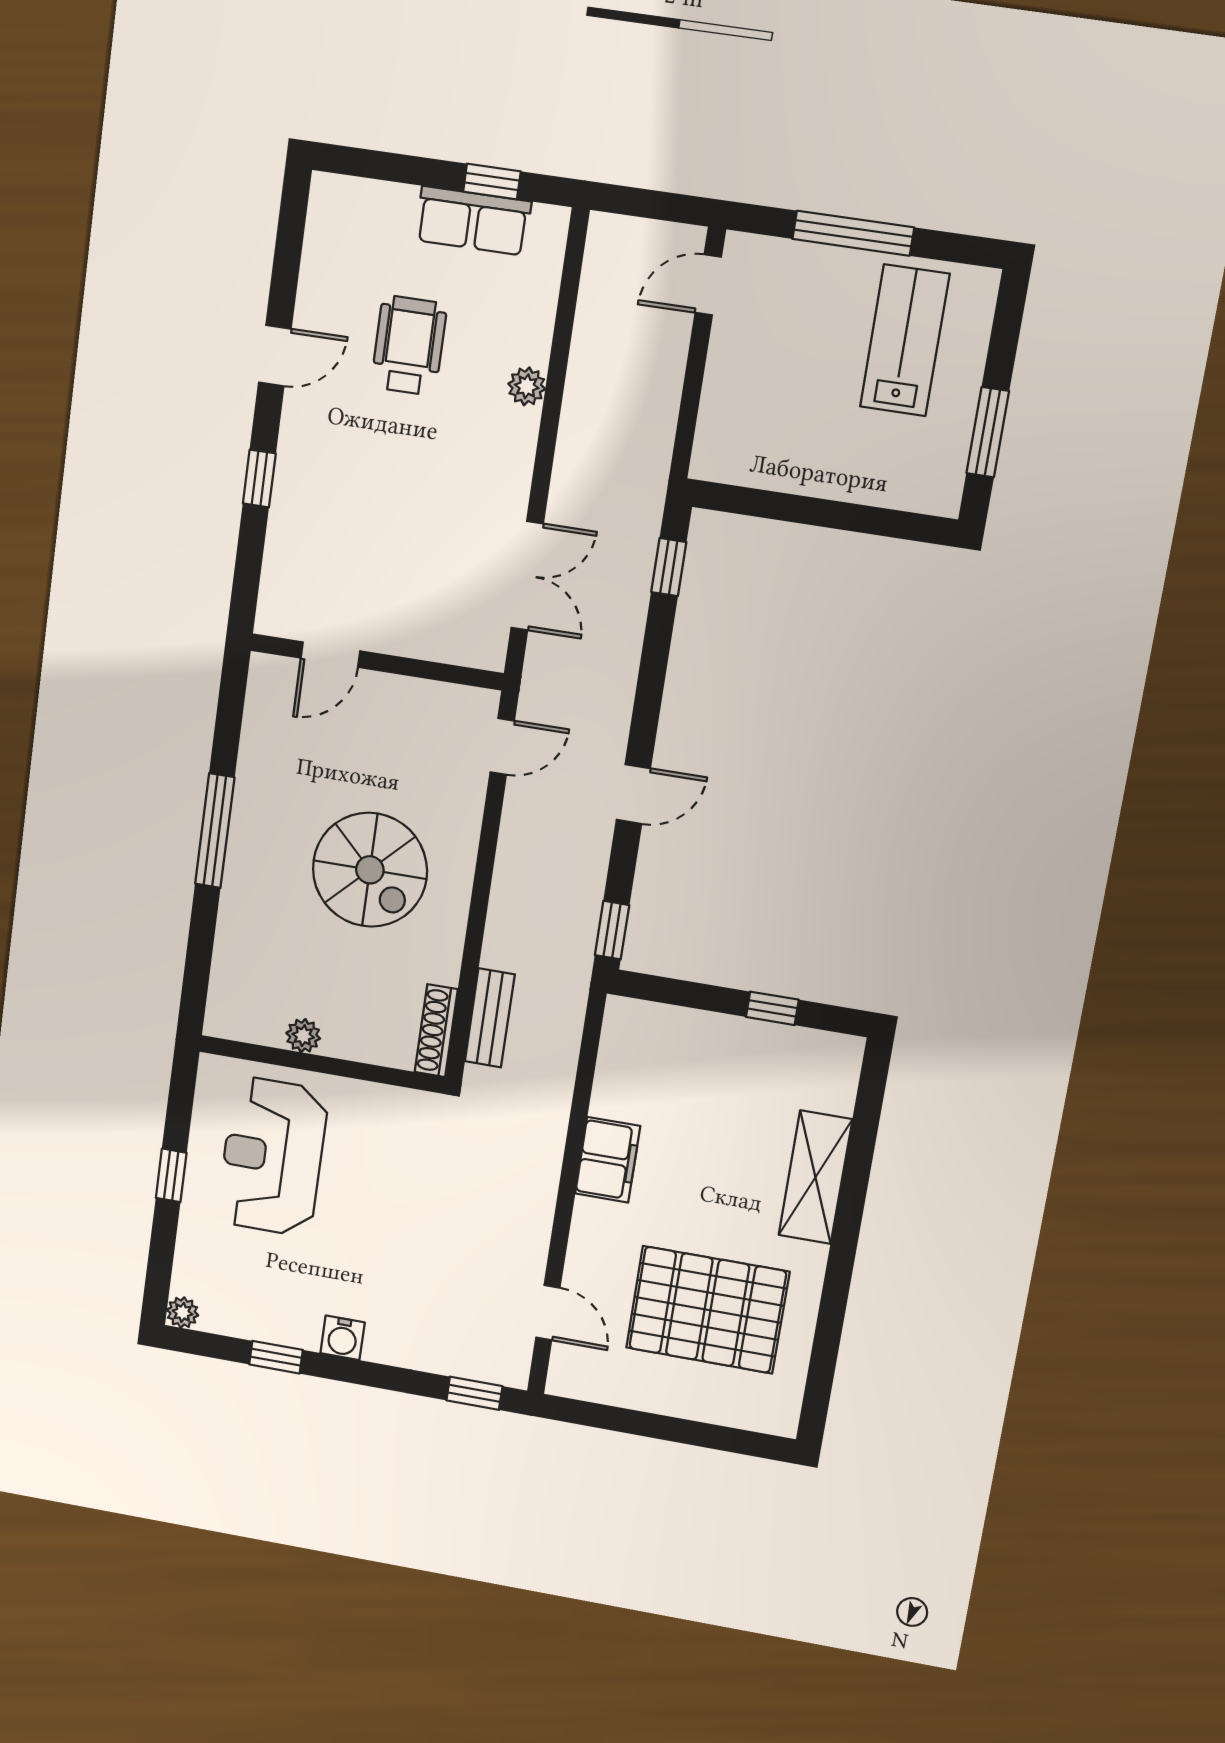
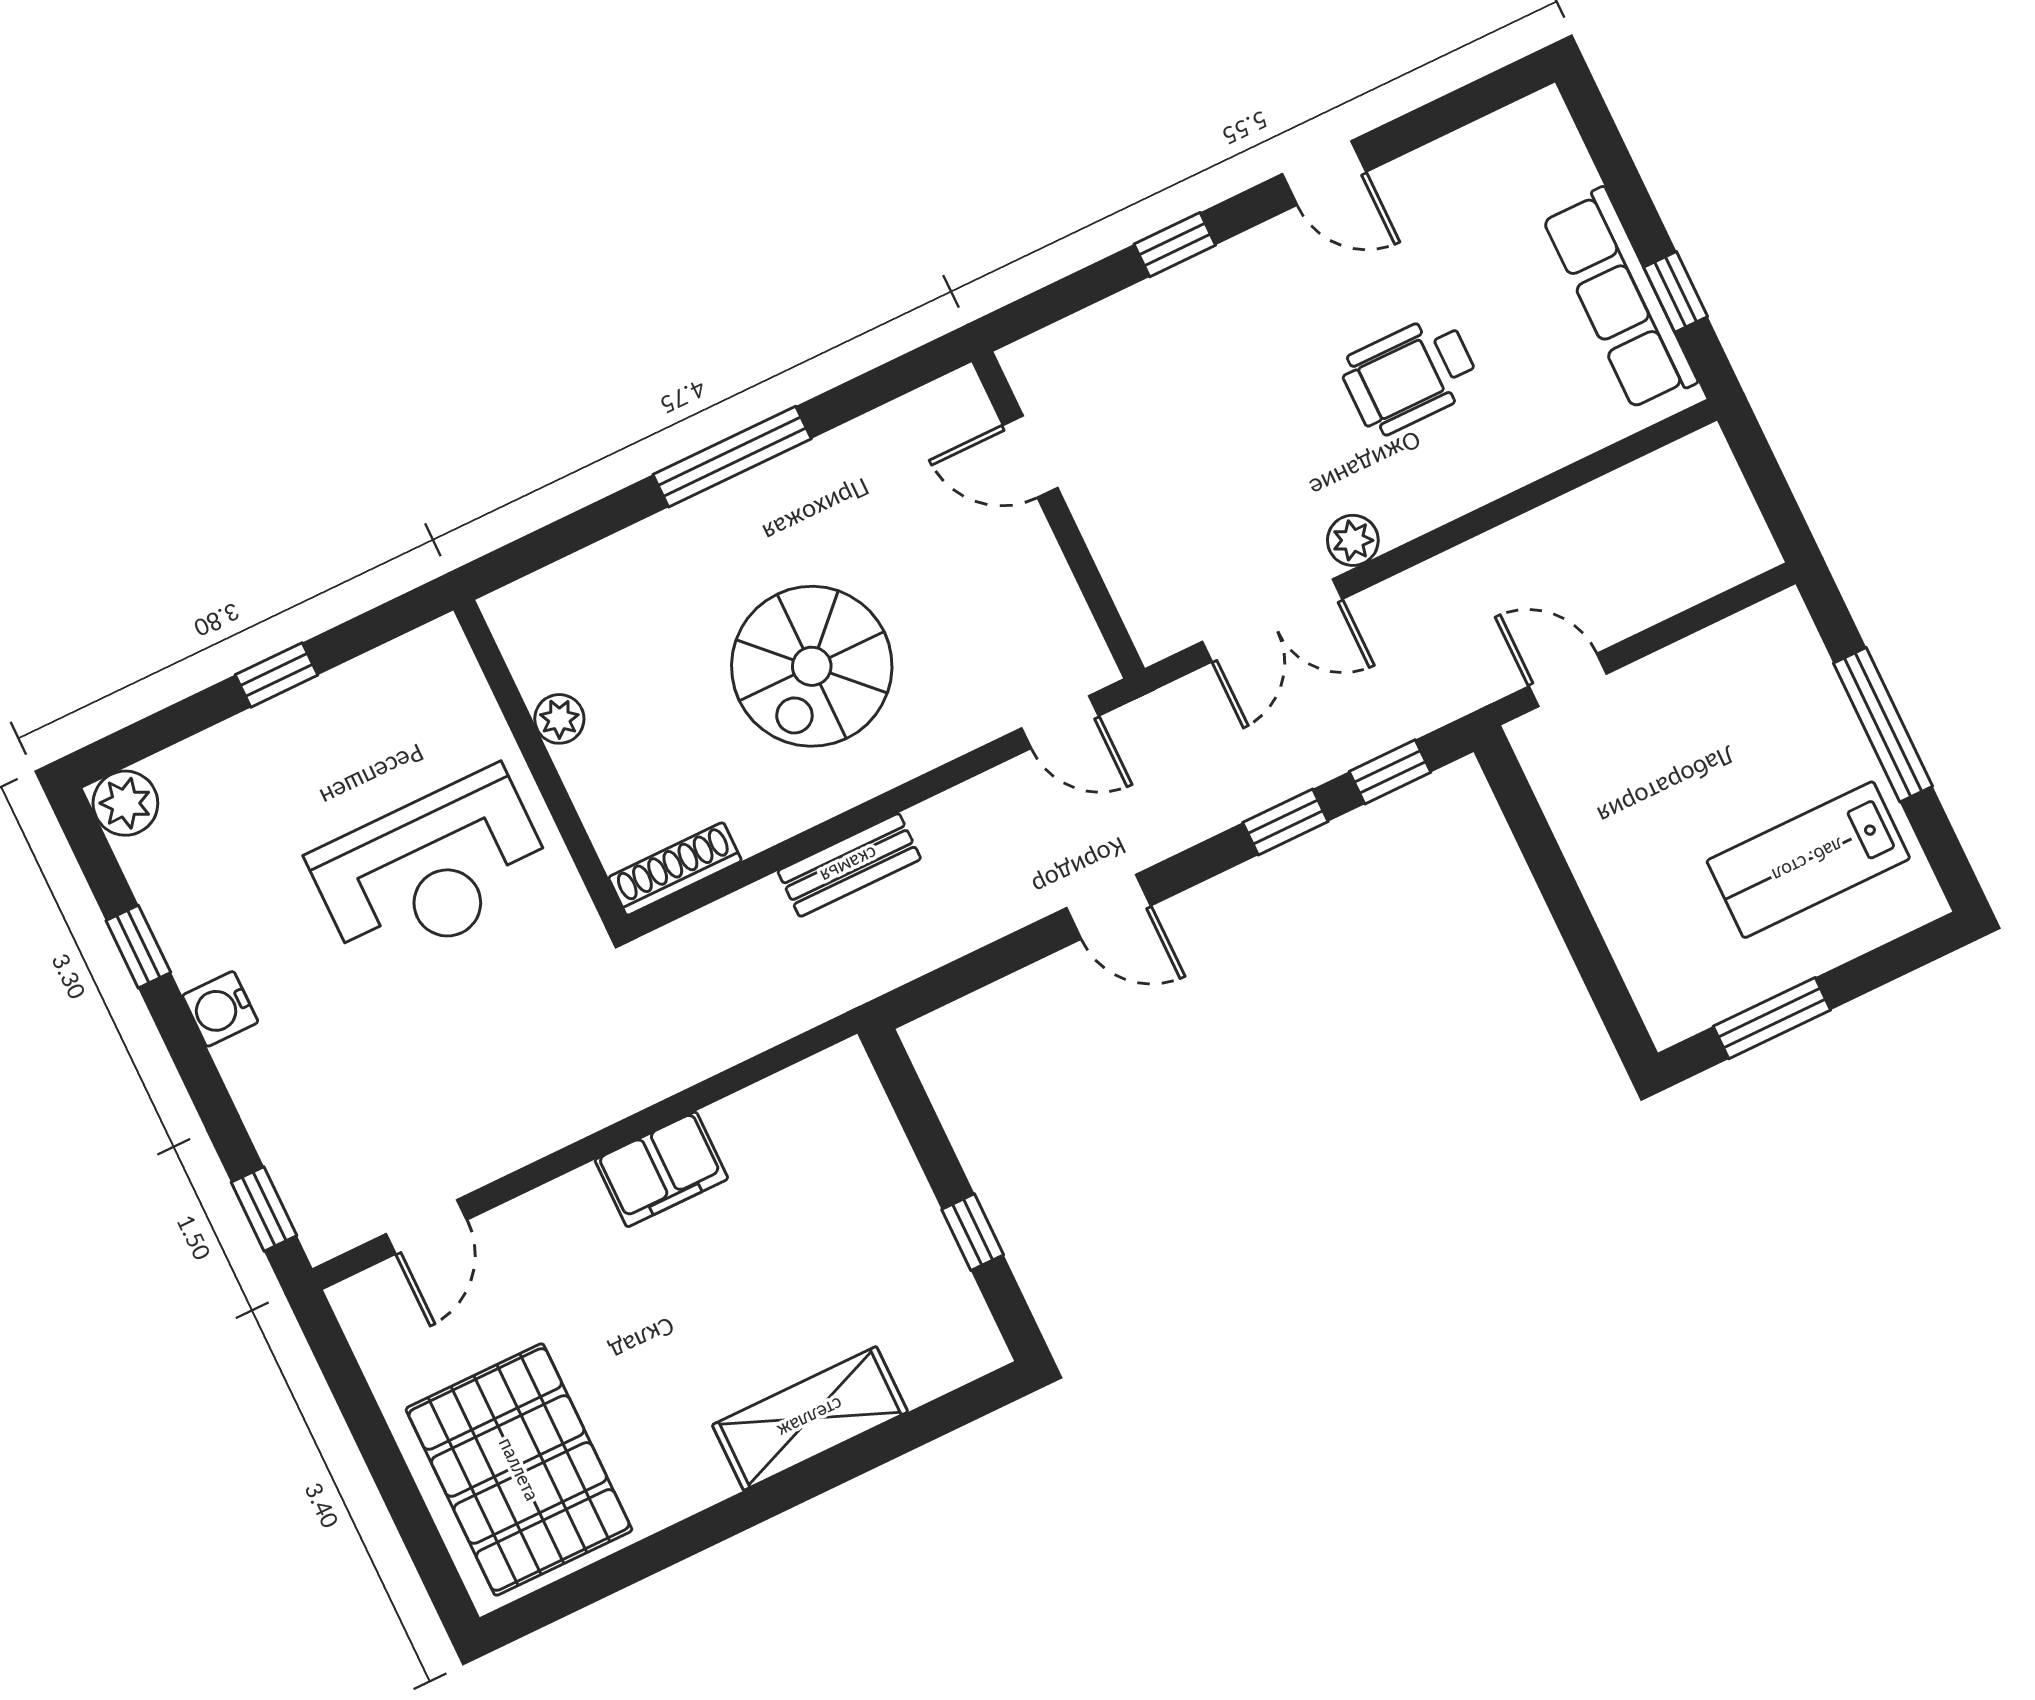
row of seats: (473, 221) -> (1620, 299), width x1.48
door: (708, 285) -> (1568, 680), moved
lab bench: (905, 340) -> (1808, 860), turned 180
wheelchair: (409, 345) -> (1410, 375), moved, turned 180
plant: (527, 386) -> (1353, 540), moved
window: (612, 930) -> (1285, 822), moved
bench: (490, 1018) -> (849, 865), moved
reception desk: (272, 1156) -> (432, 870), moved, turned 180
pallet: (708, 1310) -> (519, 1469), moved
plant: (183, 1312) -> (125, 803), width x1.38, depth x1.38

